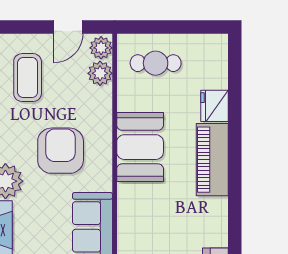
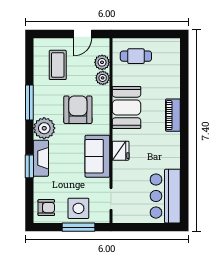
plant: (101, 48) -> (103, 78), moved
fridge: (214, 106) -> (121, 151), moved, turned 180
piano: (212, 160) -> (173, 115), width x0.73, depth x0.75

